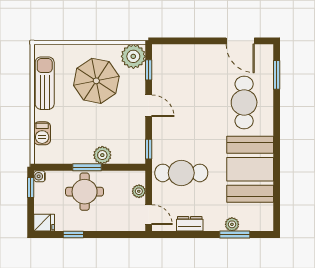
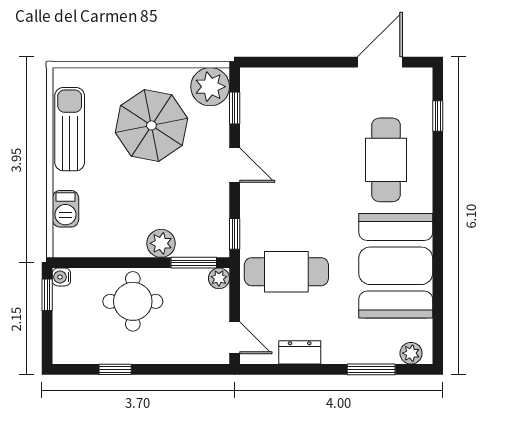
door: (240, 41) -> (380, 62), swing flipped
window: (277, 75) -> (438, 116), width x0.67
window: (87, 167) -> (194, 263), moved
plant: (139, 191) -> (219, 278), moved
fridge: (44, 223) -> (69, 351), removed
plant: (232, 224) -> (411, 353), moved

